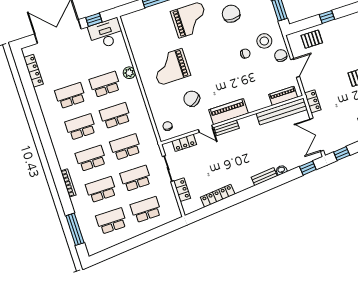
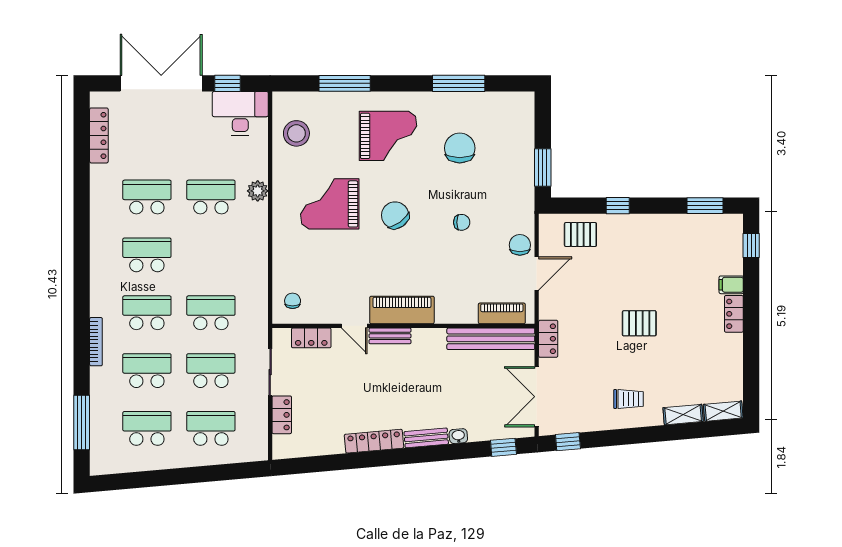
stool: (264, 41) -> (296, 133), moved
chair: (192, 99) -> (395, 215), moved
school desk: (115, 116) -> (211, 255), removed
locker: (218, 196) -> (374, 441), moved

